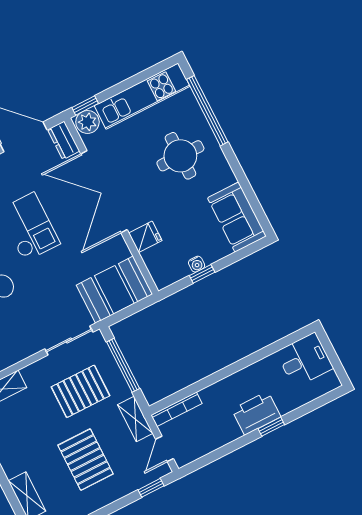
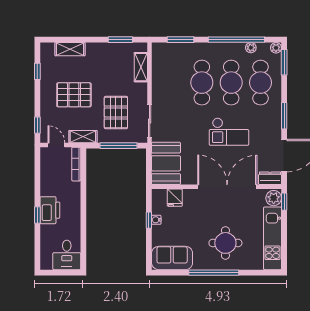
window: (207, 111) -> (214, 273), moved
fridge: (145, 237) -> (175, 198), moved

